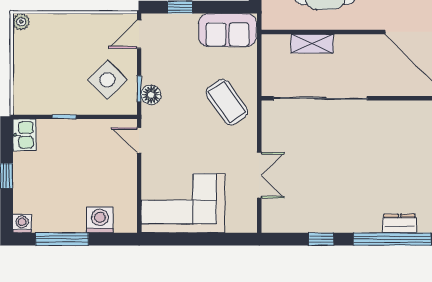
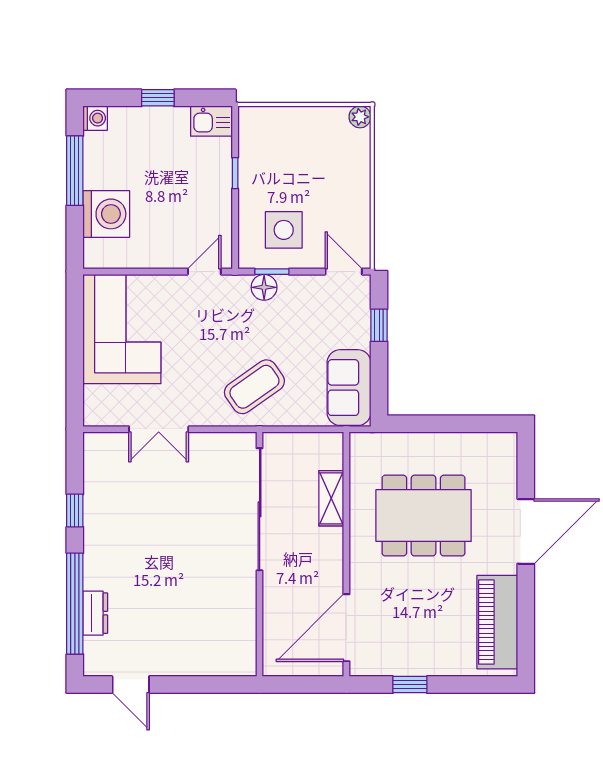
side table: (107, 80) -> (284, 230), turned 45
washing machine: (100, 220) -> (106, 214), width x1.37, depth x1.37

